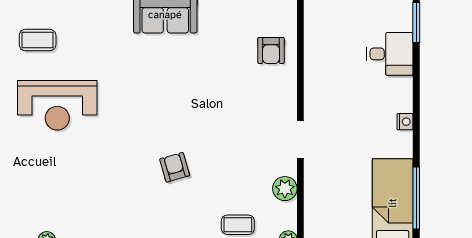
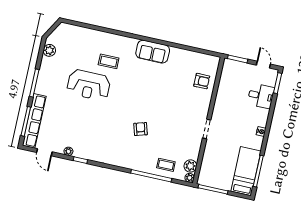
coffee table: (38, 40) -> (109, 61), moved
armchair: (271, 50) -> (202, 81), turned -90
plant: (285, 189) -> (190, 166), moved

